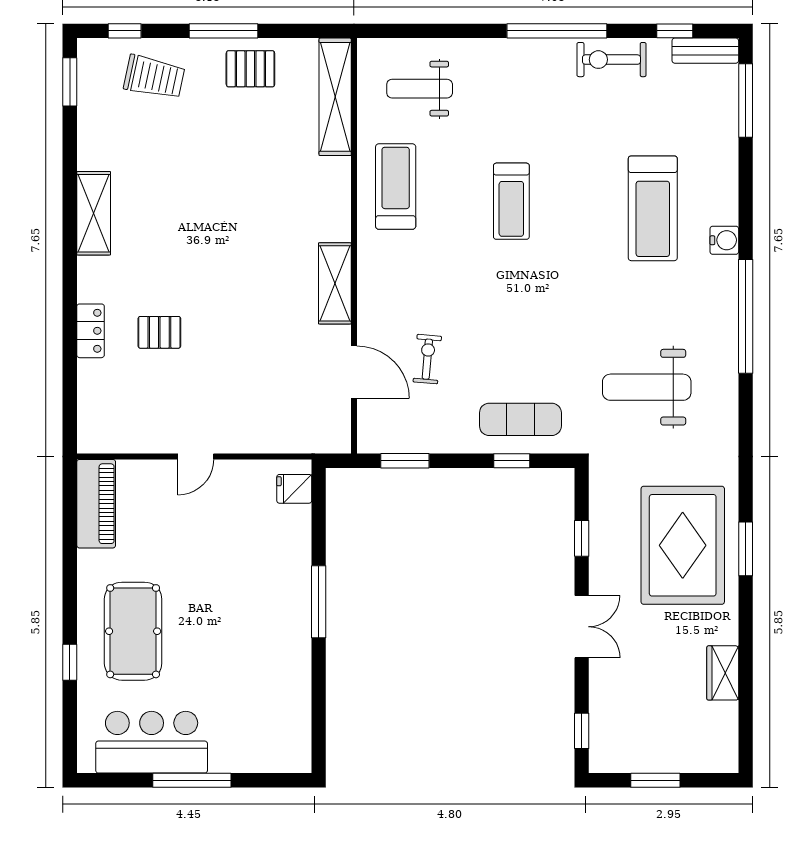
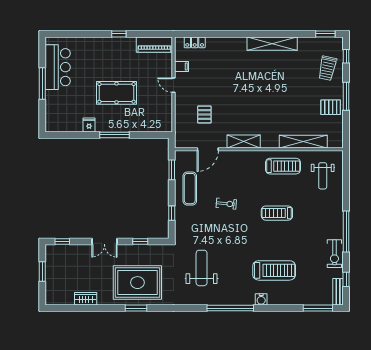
exercise bike: (611, 60) -> (334, 254), turned 180
pallet: (250, 69) -> (331, 107), turned 90
weight bench: (420, 89) -> (323, 176), turned 180
shelving: (335, 97) -> (303, 142), moved
treadmill: (653, 208) -> (274, 270), turned 180
shelving: (94, 213) -> (272, 44), width x1.47
locker: (91, 331) -> (195, 42), moved
pallet: (159, 332) -> (204, 115), moved
exercise bike: (427, 359) -> (226, 204), moved
exercise mat: (520, 419) -> (190, 189), moved
filing cabinet: (150, 437) -> (181, 67), added
fridge: (294, 489) -> (89, 125), moved
pool table: (133, 631) -> (116, 93), moved
window: (70, 662) -> (119, 34), moved

